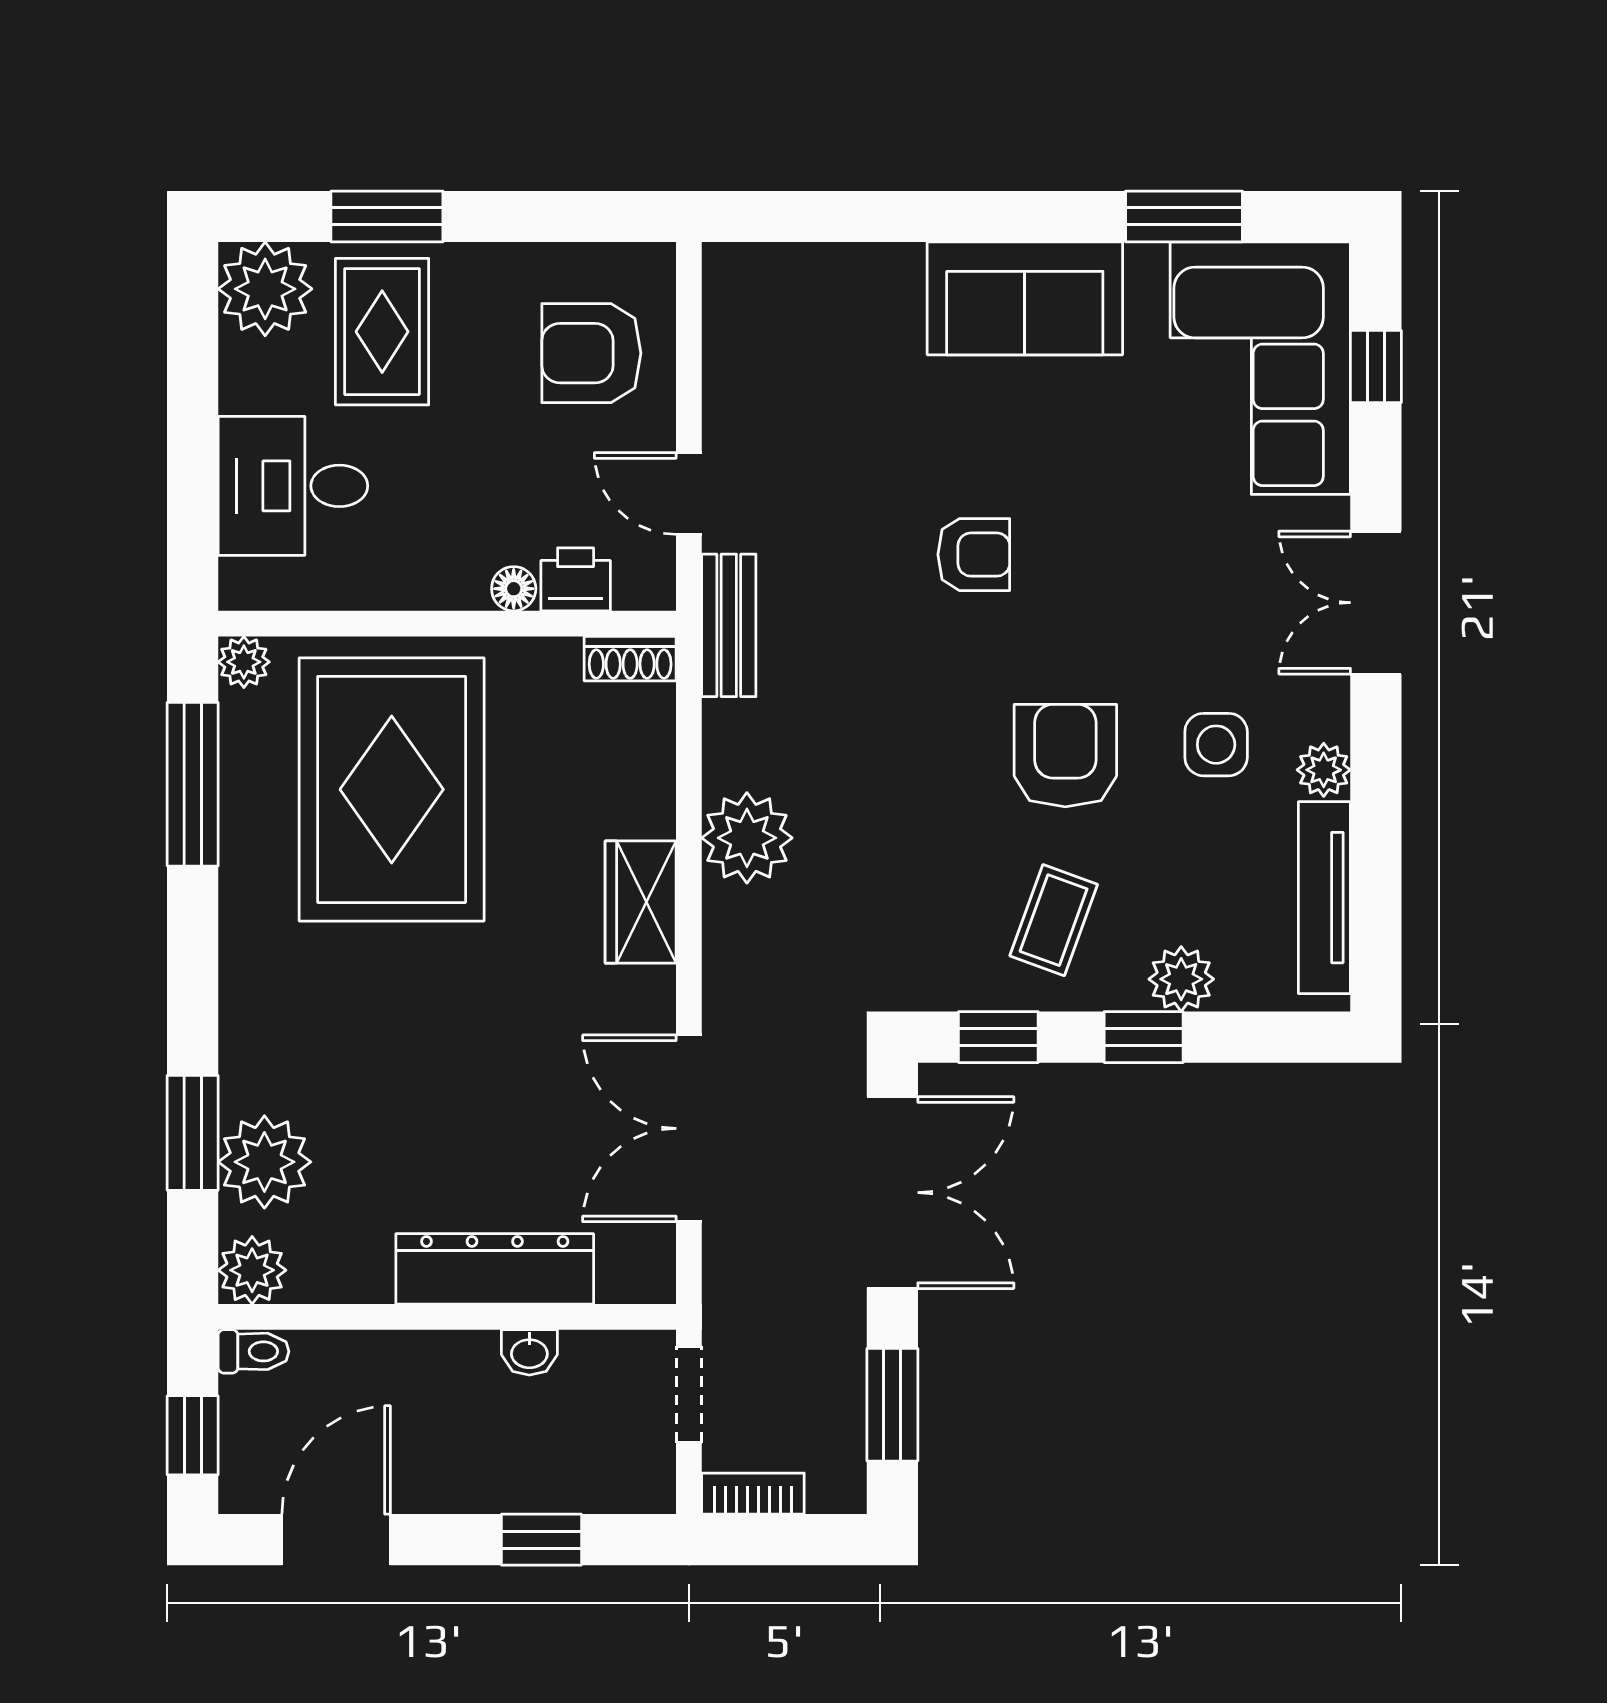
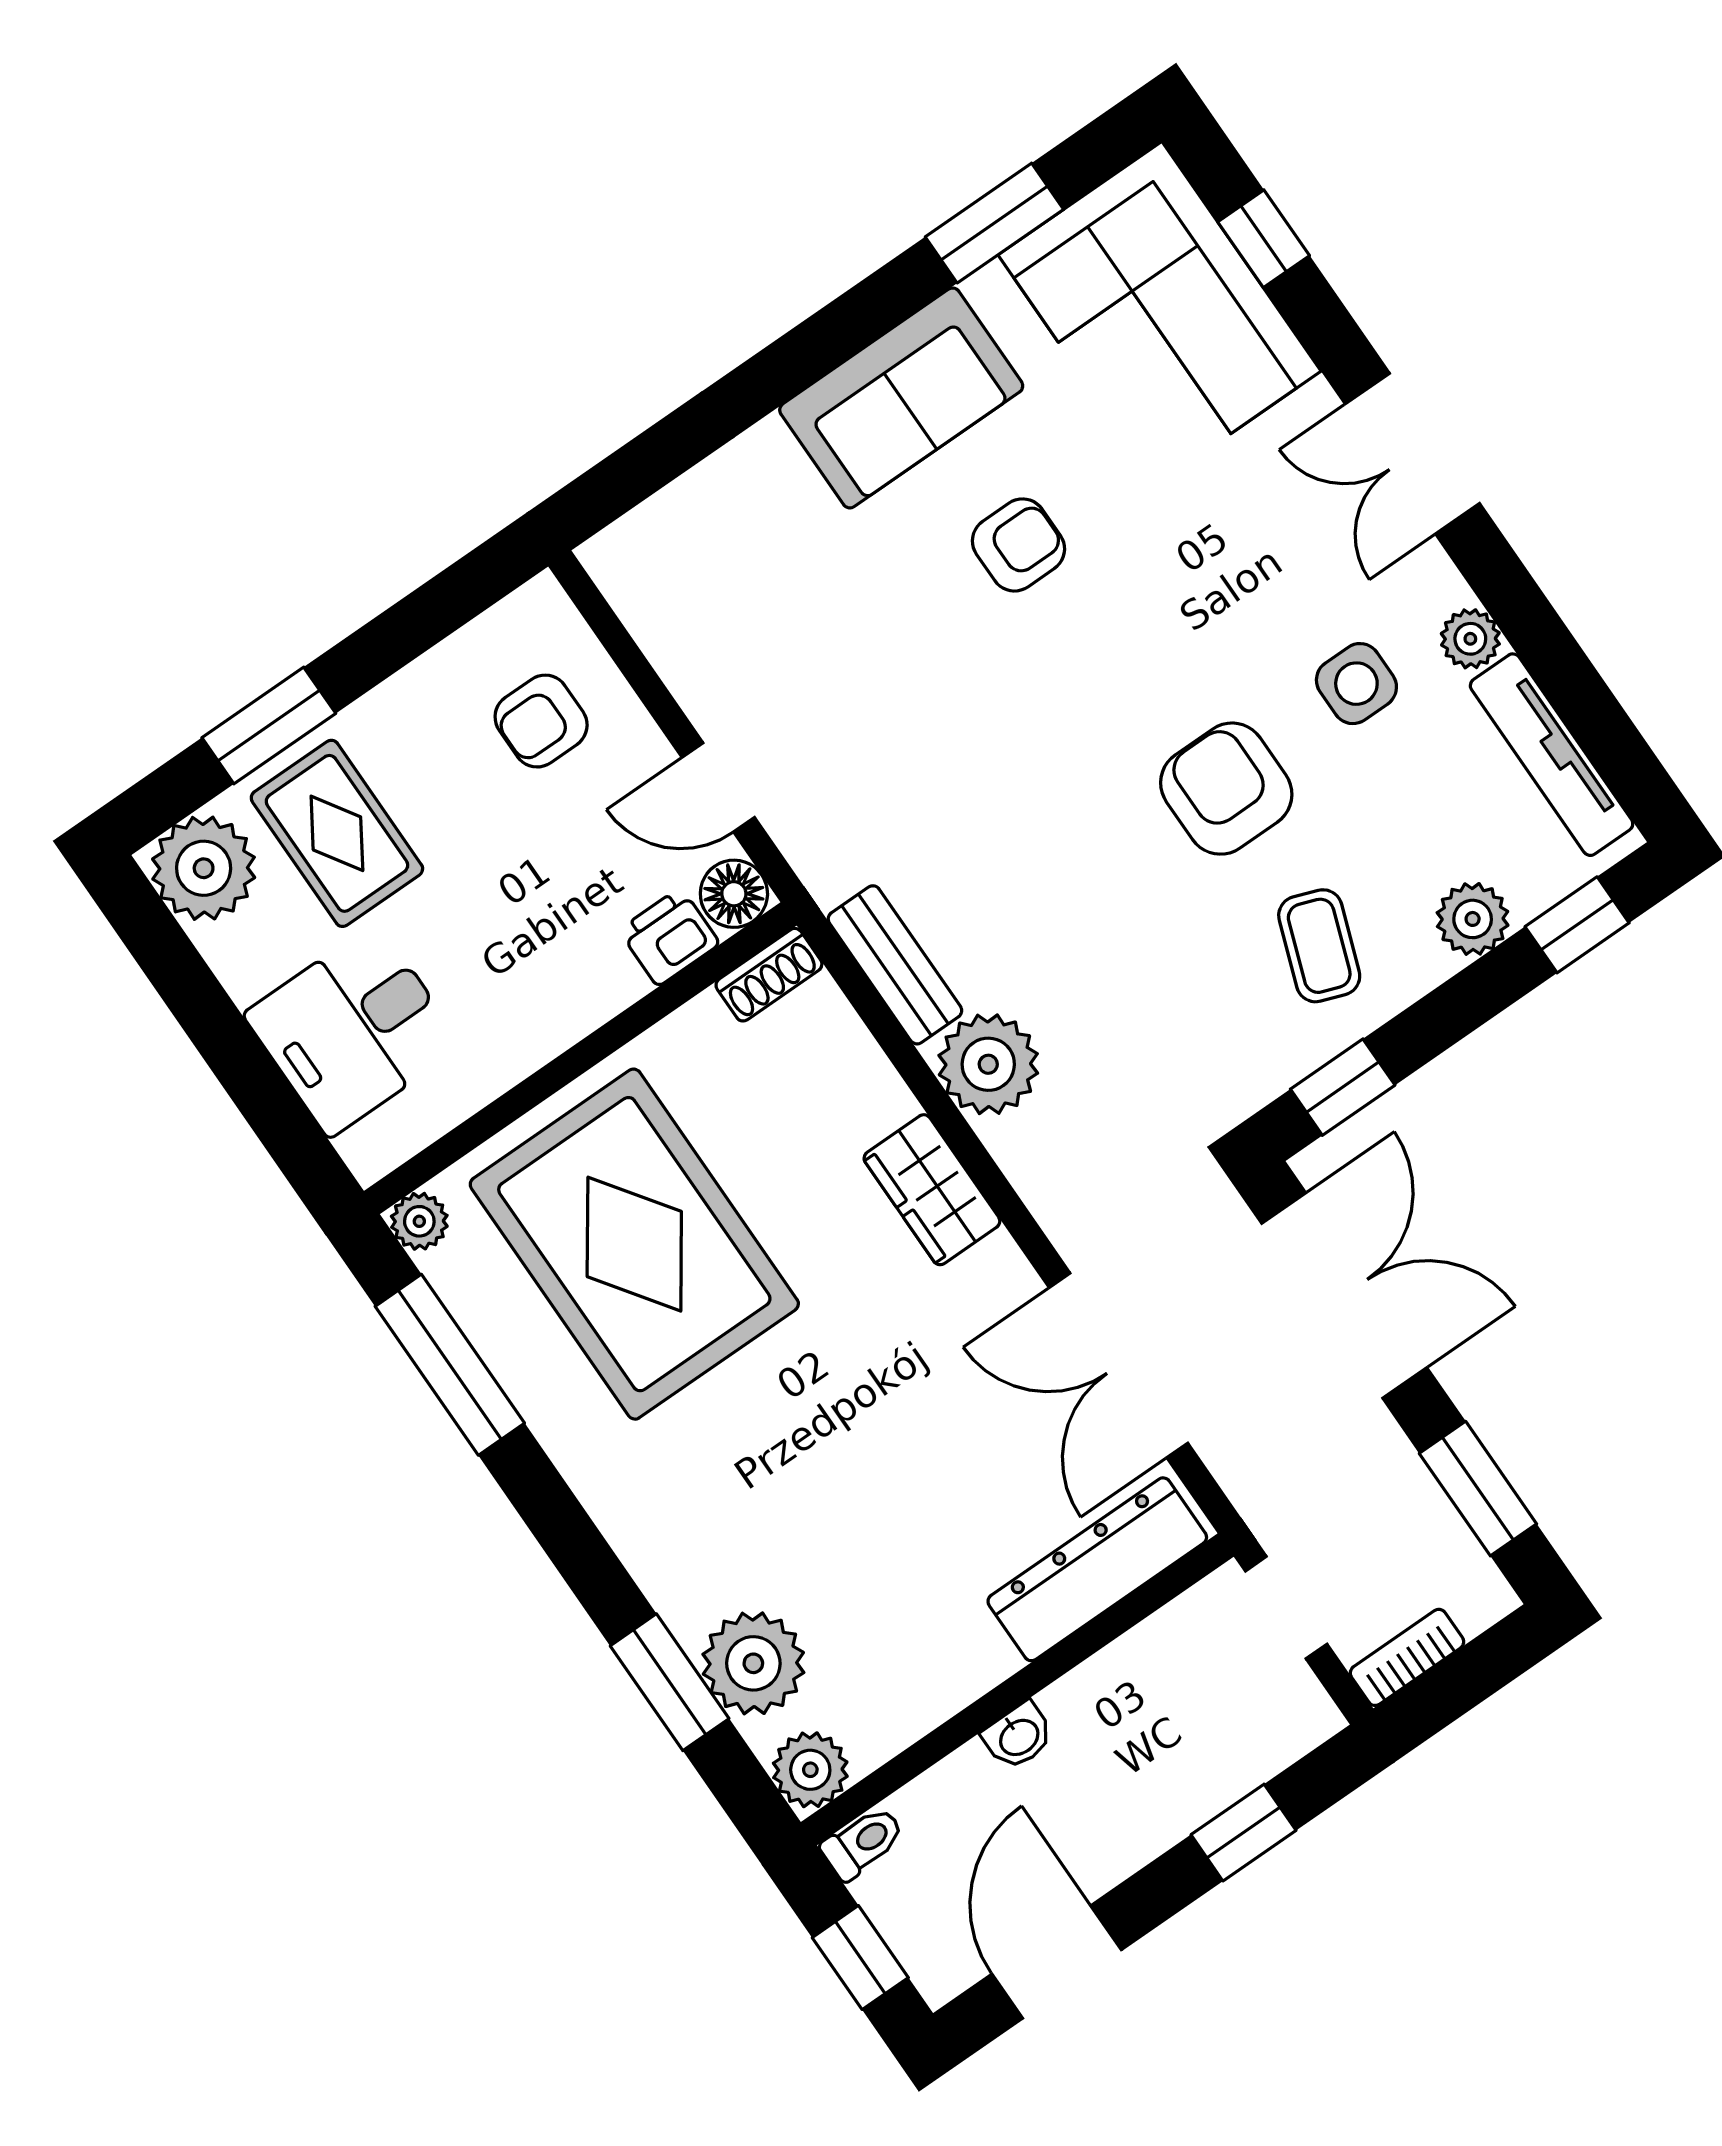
armchair: (591, 353) -> (541, 721), width x0.72, depth x0.72
armchair: (974, 555) -> (1018, 545), moved
floor lamp: (514, 589) -> (734, 894), moved, width x1.37, depth x1.37
bench: (729, 625) -> (895, 965), moved
window: (1144, 1037) -> (1577, 925), moved
dresser: (495, 1269) -> (1097, 1569), moved
washbasin: (529, 1352) -> (1018, 1736), moved

